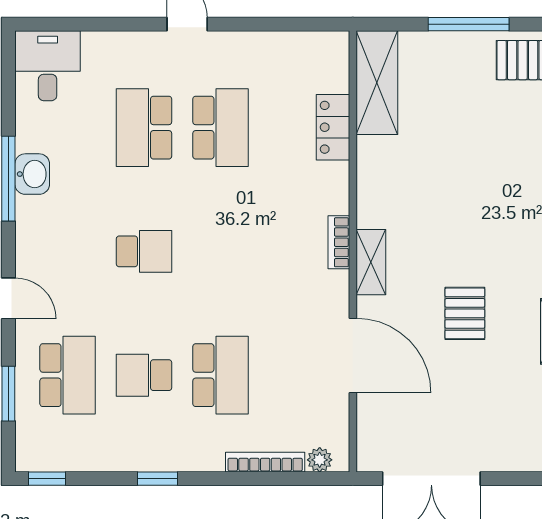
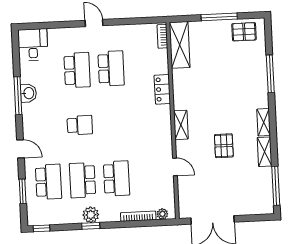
locker: (333, 127) -> (162, 89), moved
school desk: (144, 128) -> (77, 70), turned 180
bookcase: (339, 242) -> (162, 36), moved
door: (353, 355) -> (175, 167), width x0.53
school desk: (144, 375) -> (82, 180), width x1.85
plant: (159, 454) -> (91, 215), added

